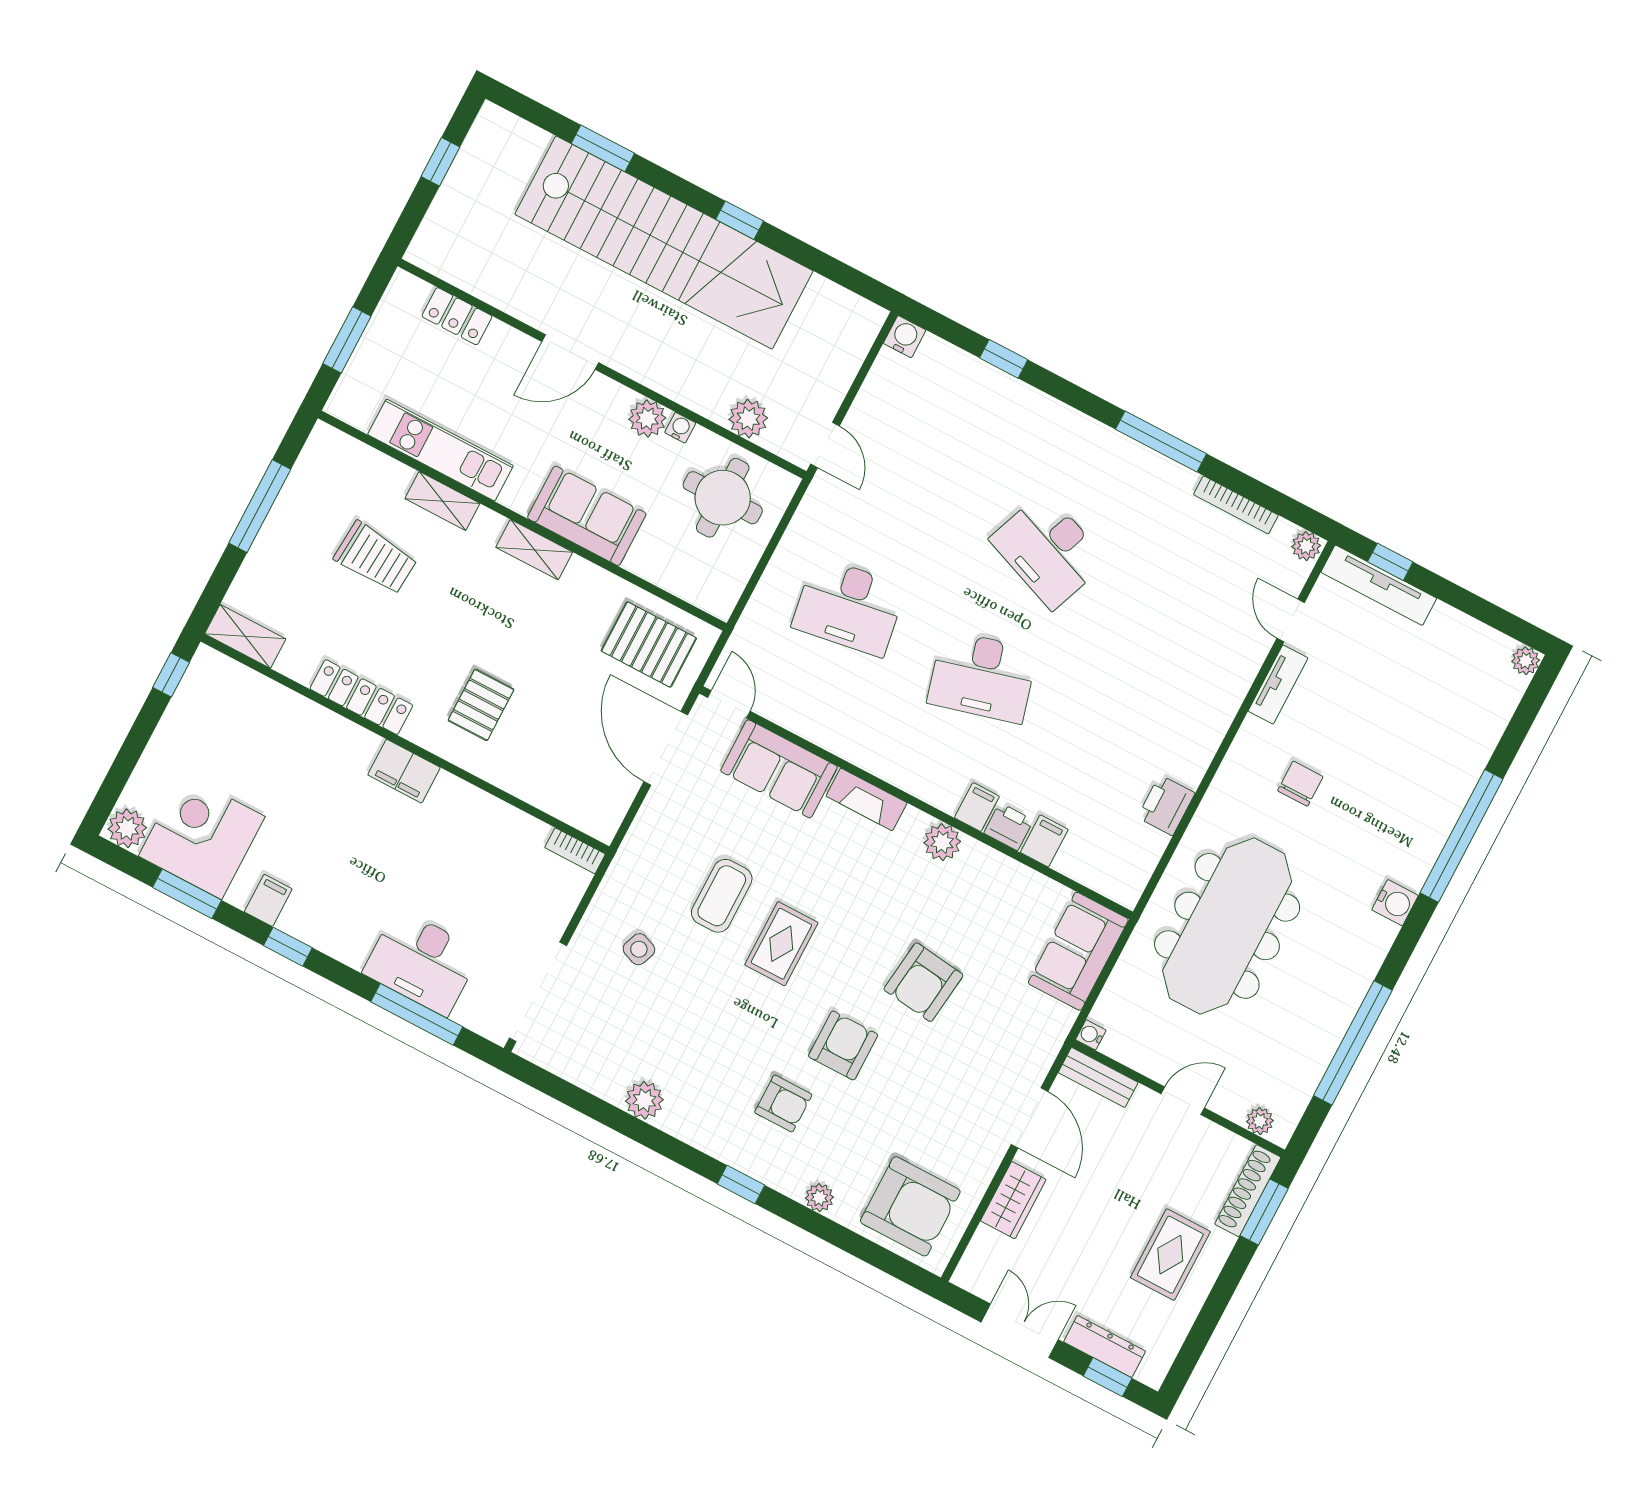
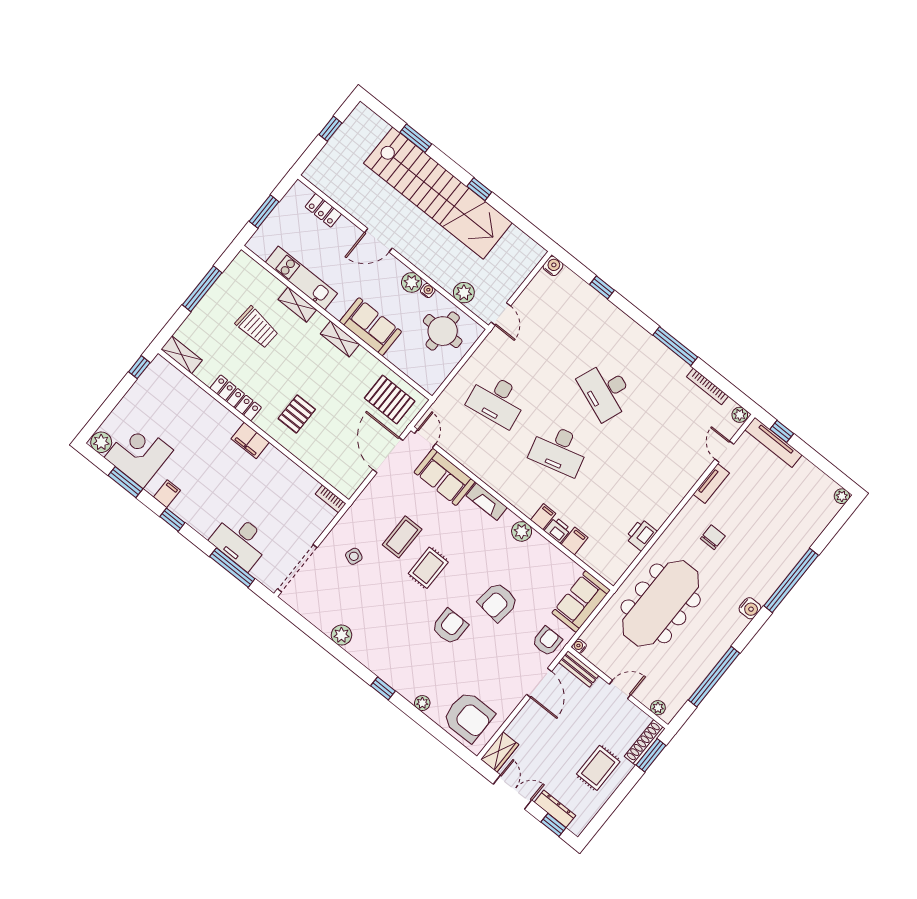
armchair: (783, 1104) -> (547, 641), moved, turned -90
wardrobe: (1013, 1200) -> (500, 752), moved

